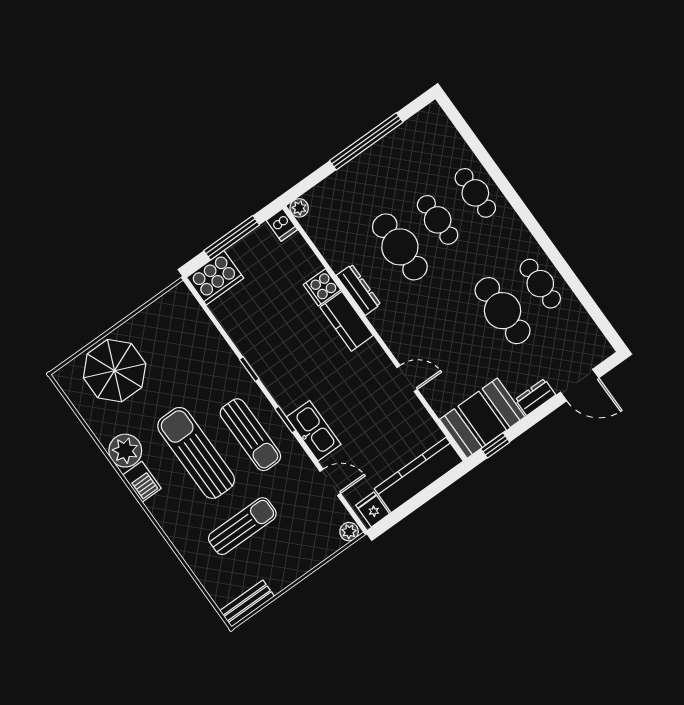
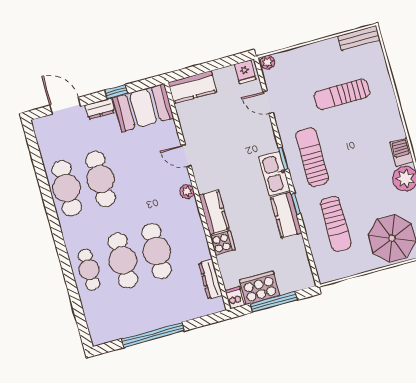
plant: (299, 208) -> (187, 192), moved
cafe table: (438, 220) -> (123, 260), width x1.37, depth x1.35
cooker: (215, 278) -> (260, 288), moved
cafe table: (540, 284) -> (67, 188), width x1.37, depth x1.35
dresser: (358, 290) -> (210, 279), moved
kitchen counter: (256, 351) -> (286, 215), added
kitchen sink: (314, 431) -> (274, 174), moved
window: (495, 445) -> (116, 92), moved
sun lounger: (196, 453) -> (336, 224), moved, width x0.73, depth x0.75
kitchen counter: (419, 475) -> (192, 87), width x0.67

